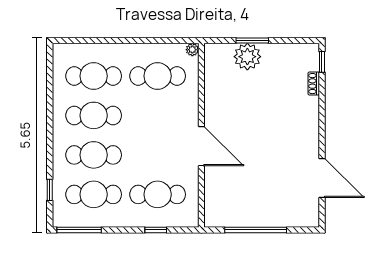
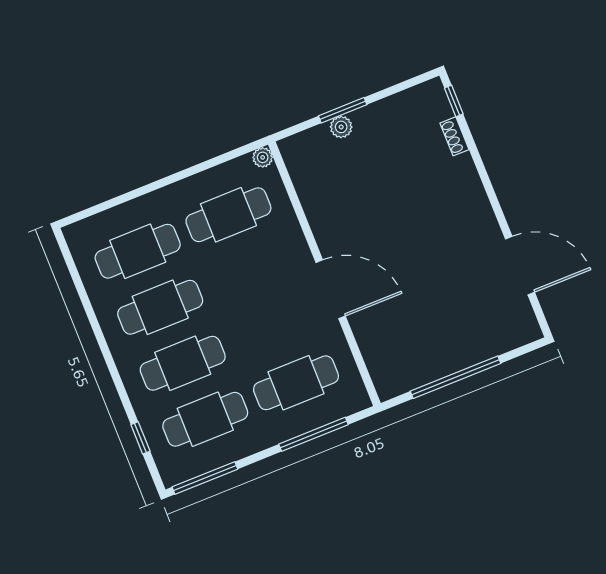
plant: (247, 57) -> (341, 127), width x0.53, depth x0.53
window: (156, 230) -> (314, 434), width x2.17

